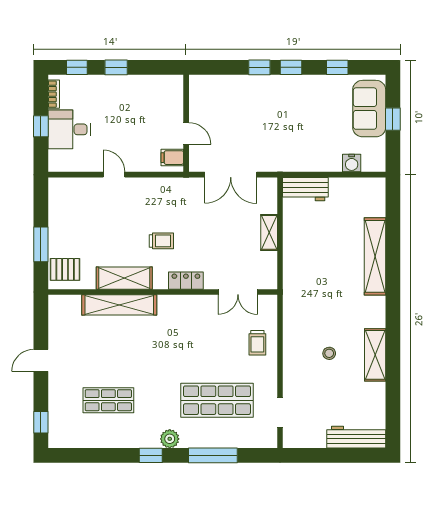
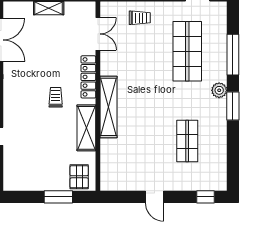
locker: (186, 281) -> (88, 77), width x1.53
shelving: (119, 305) -> (108, 107), moved
window: (151, 455) -> (233, 106), width x1.50

